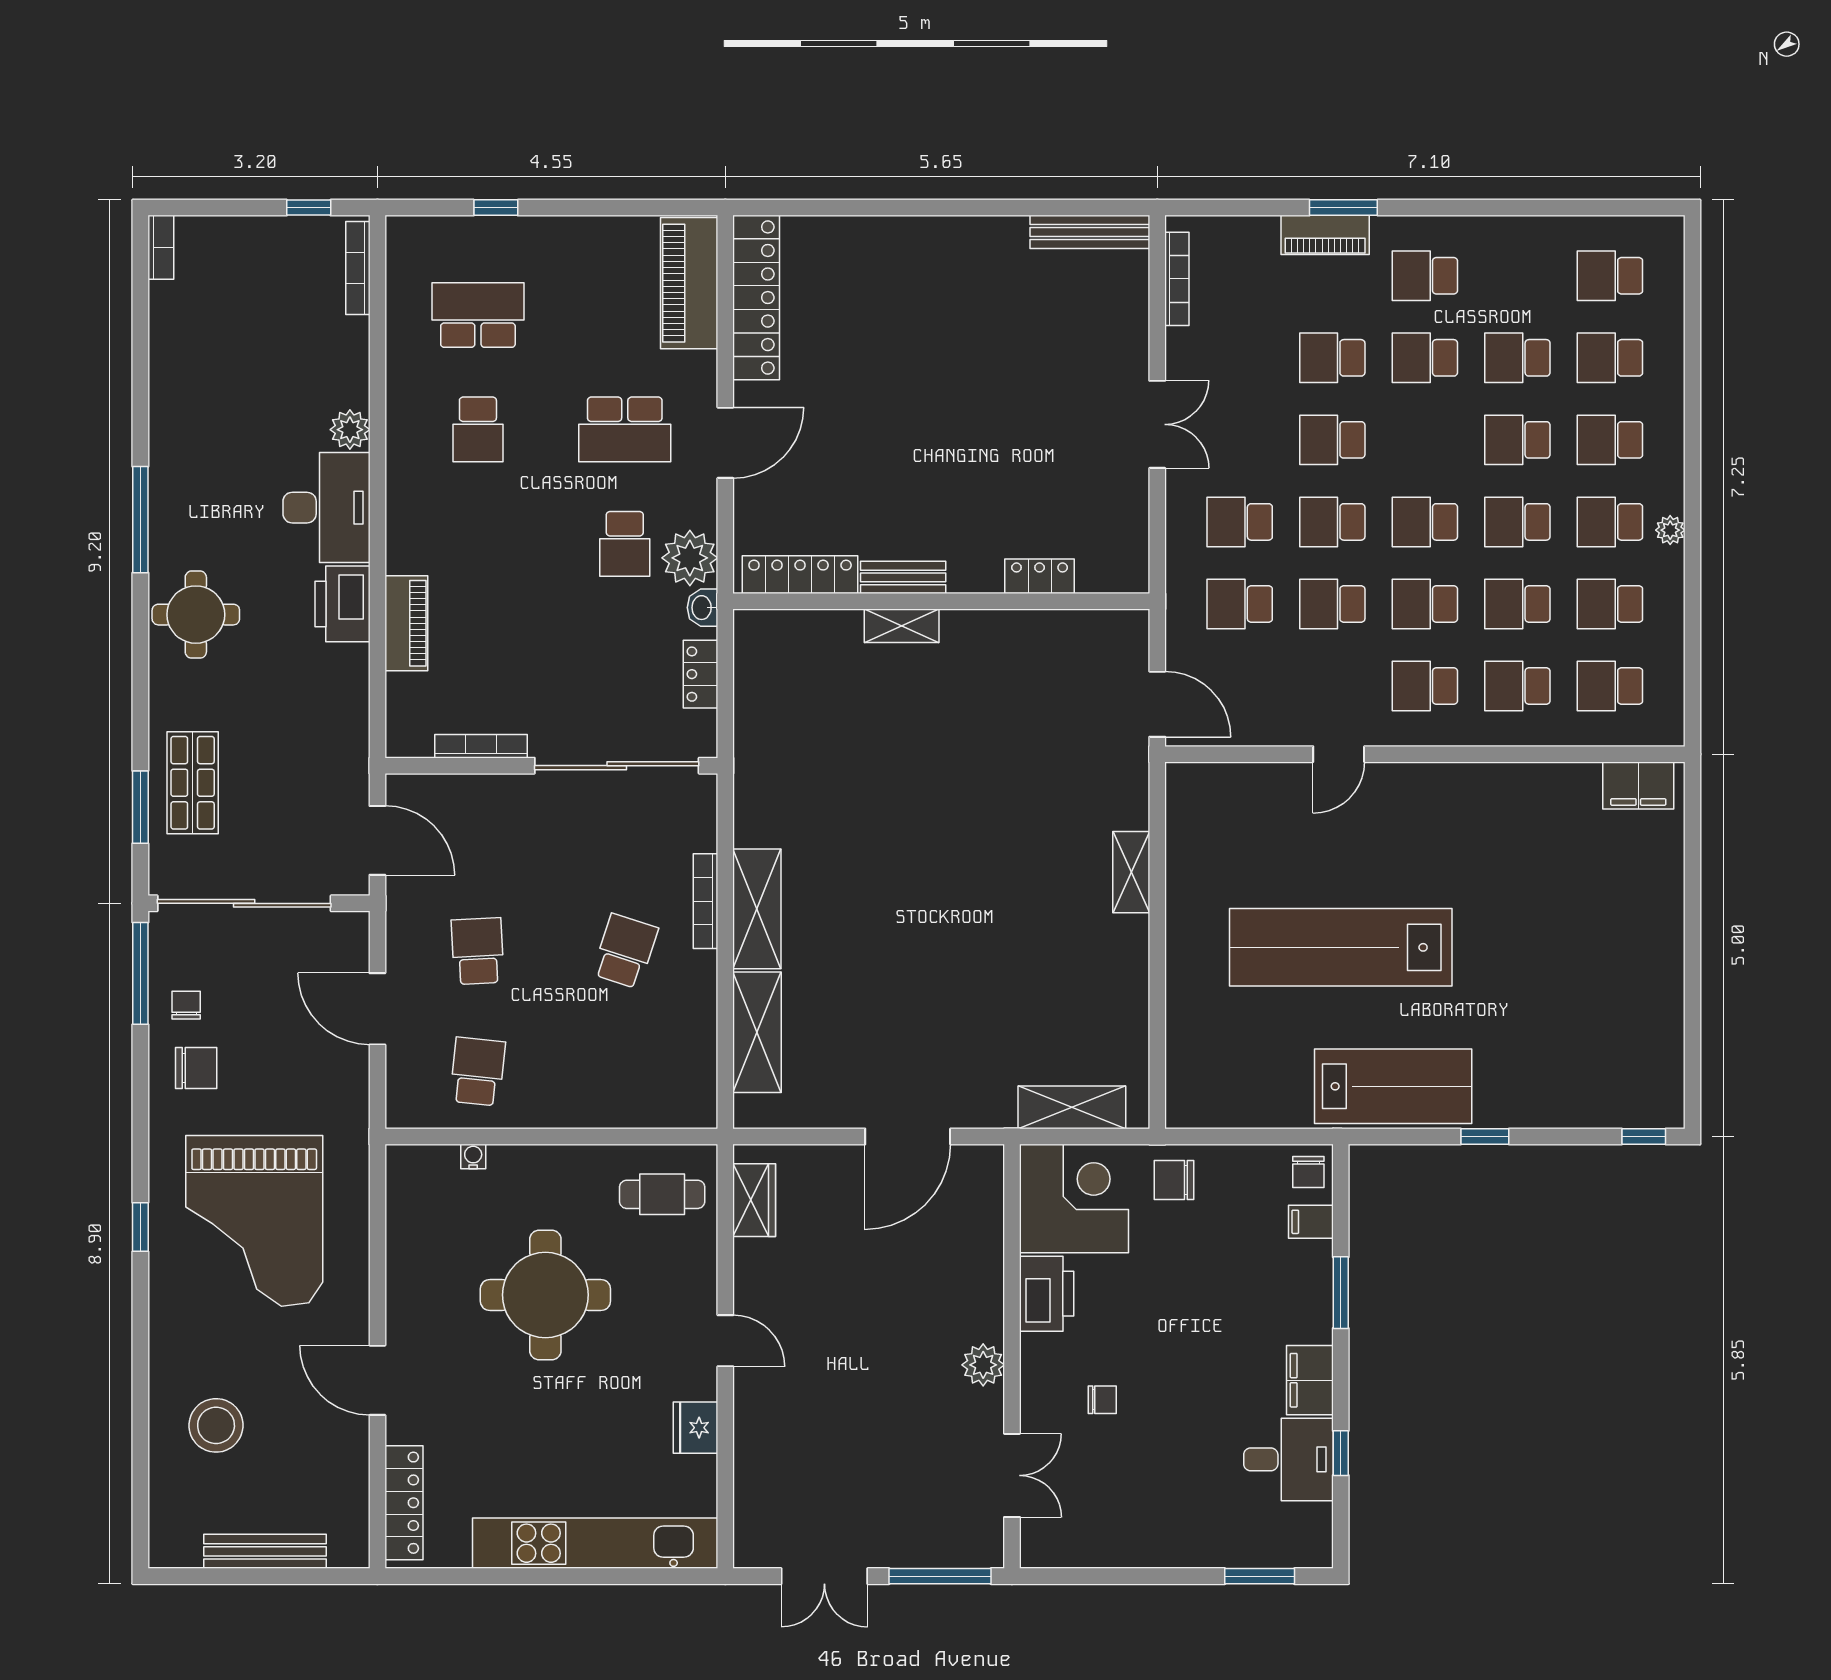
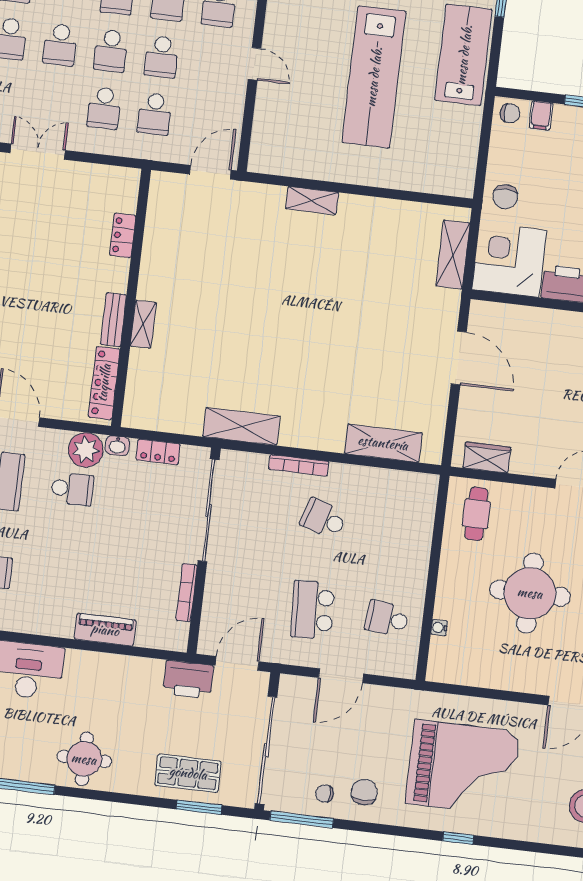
printer: (342, 604) -> (188, 680), moved
shelving: (757, 909) -> (241, 426), moved
school desk: (478, 951) -> (313, 610), width x1.85

